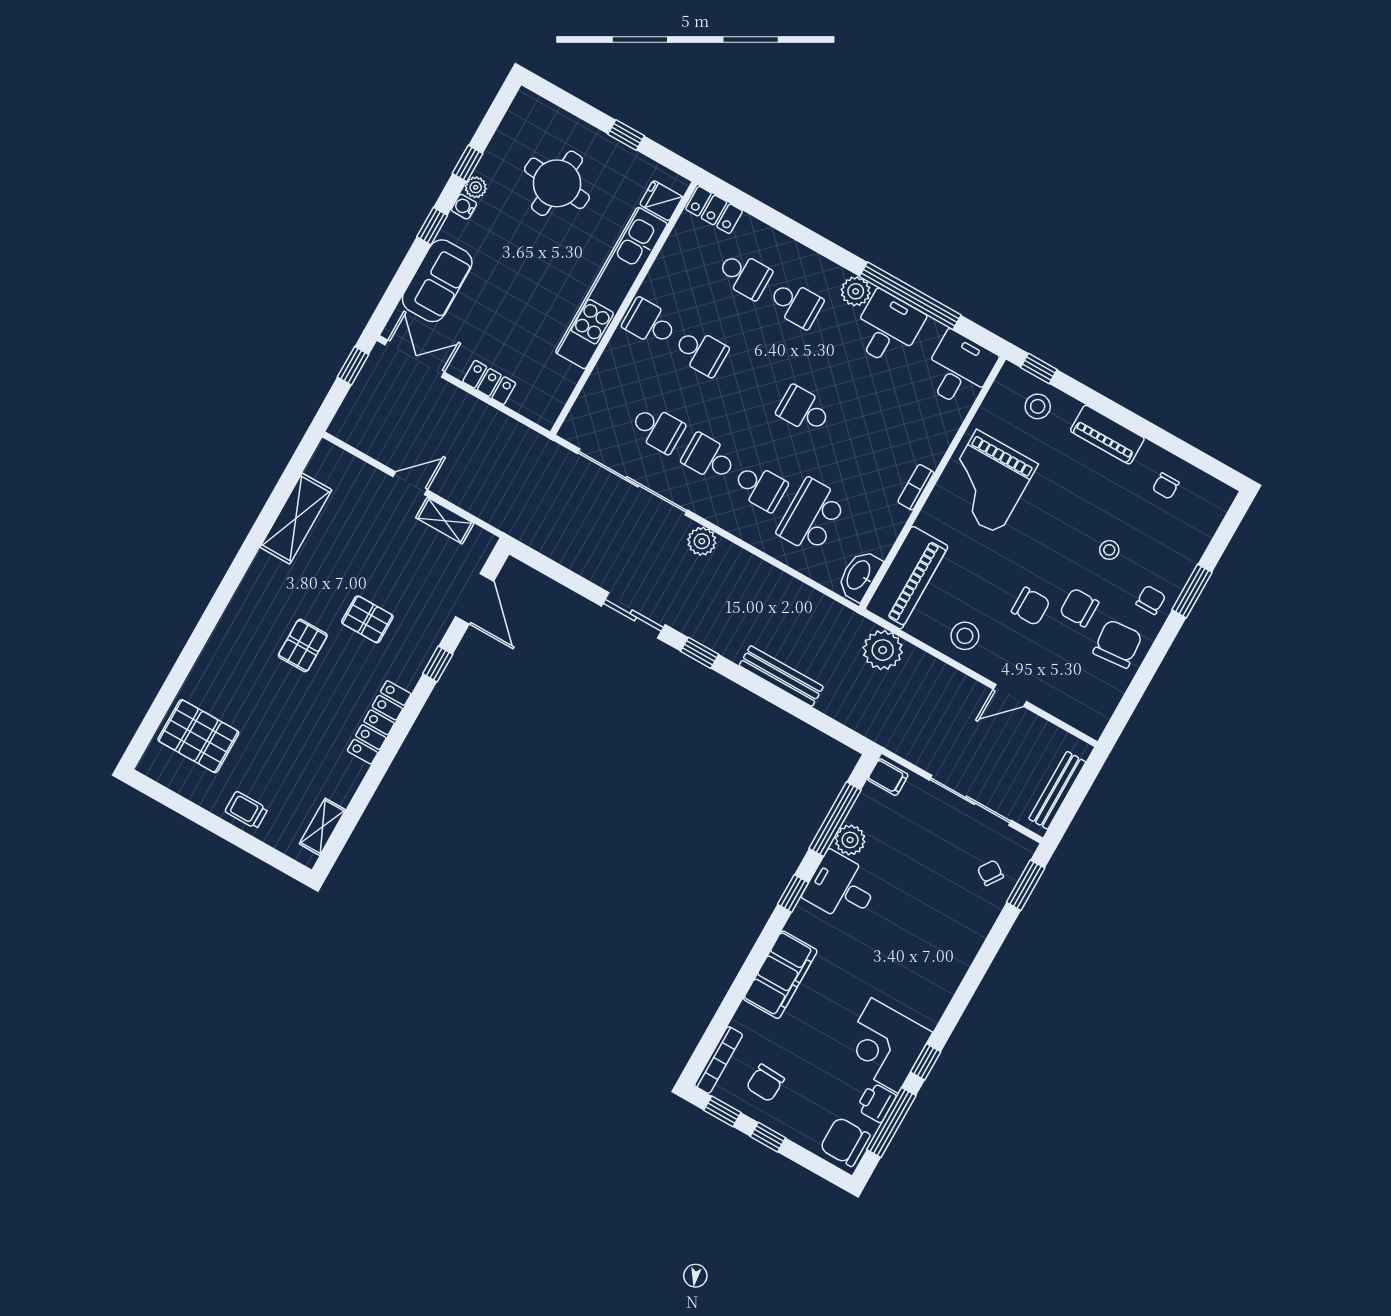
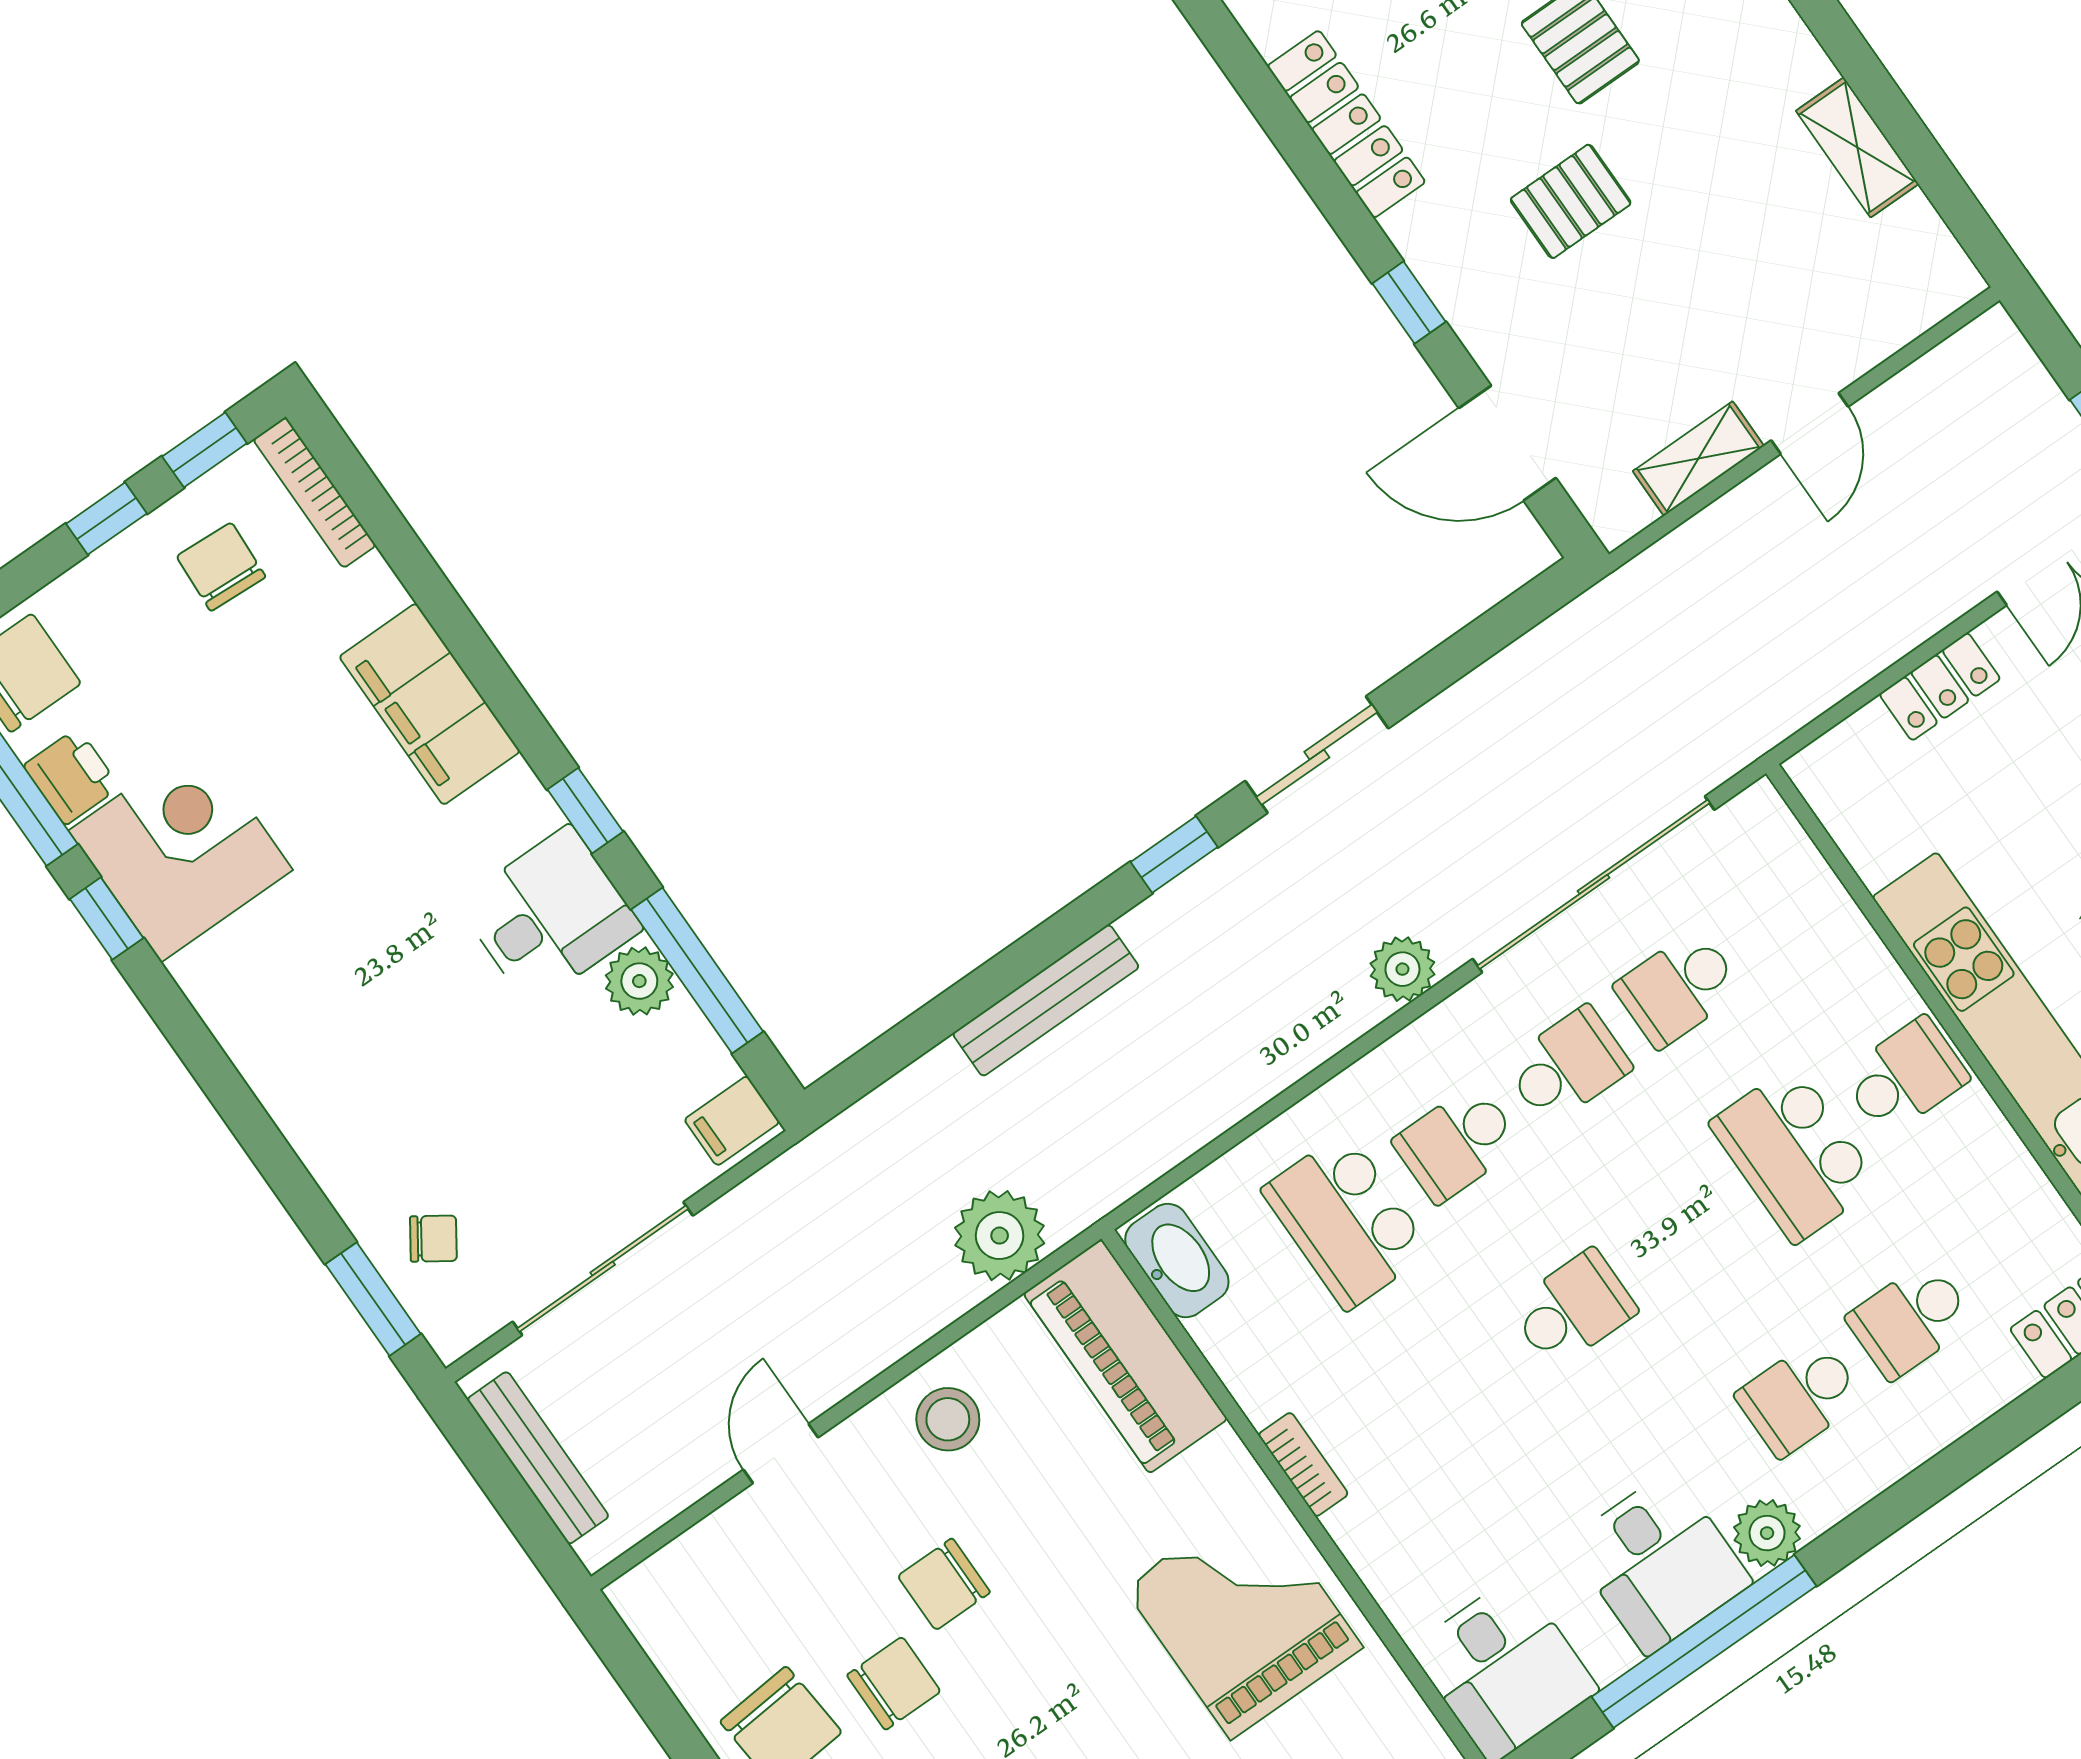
school desk: (701, 352) -> (1794, 1154), width x1.85
school desk: (812, 516) -> (1346, 1221), turned 180
shelving: (296, 519) -> (1857, 147), width x0.67, depth x0.75

